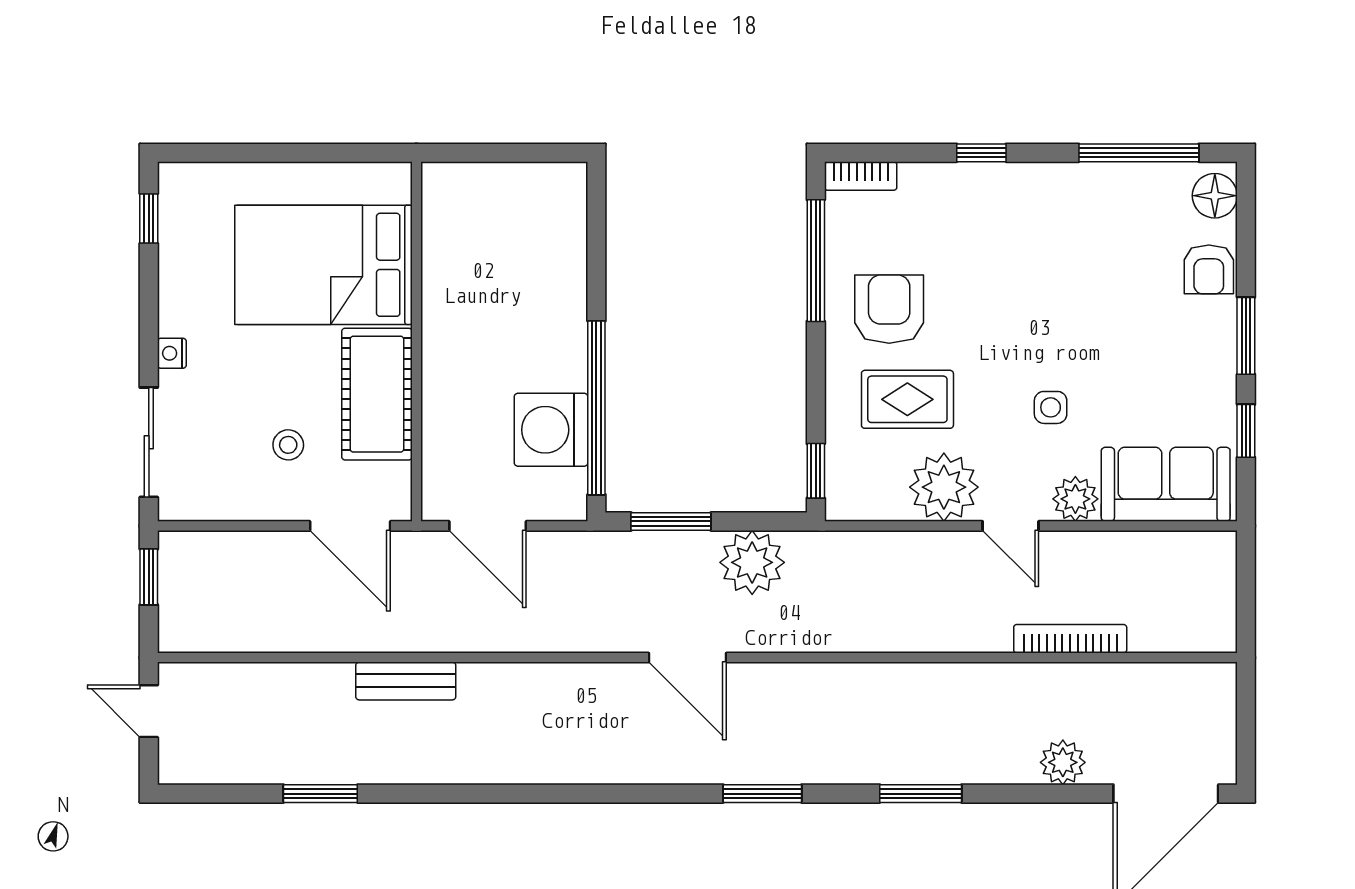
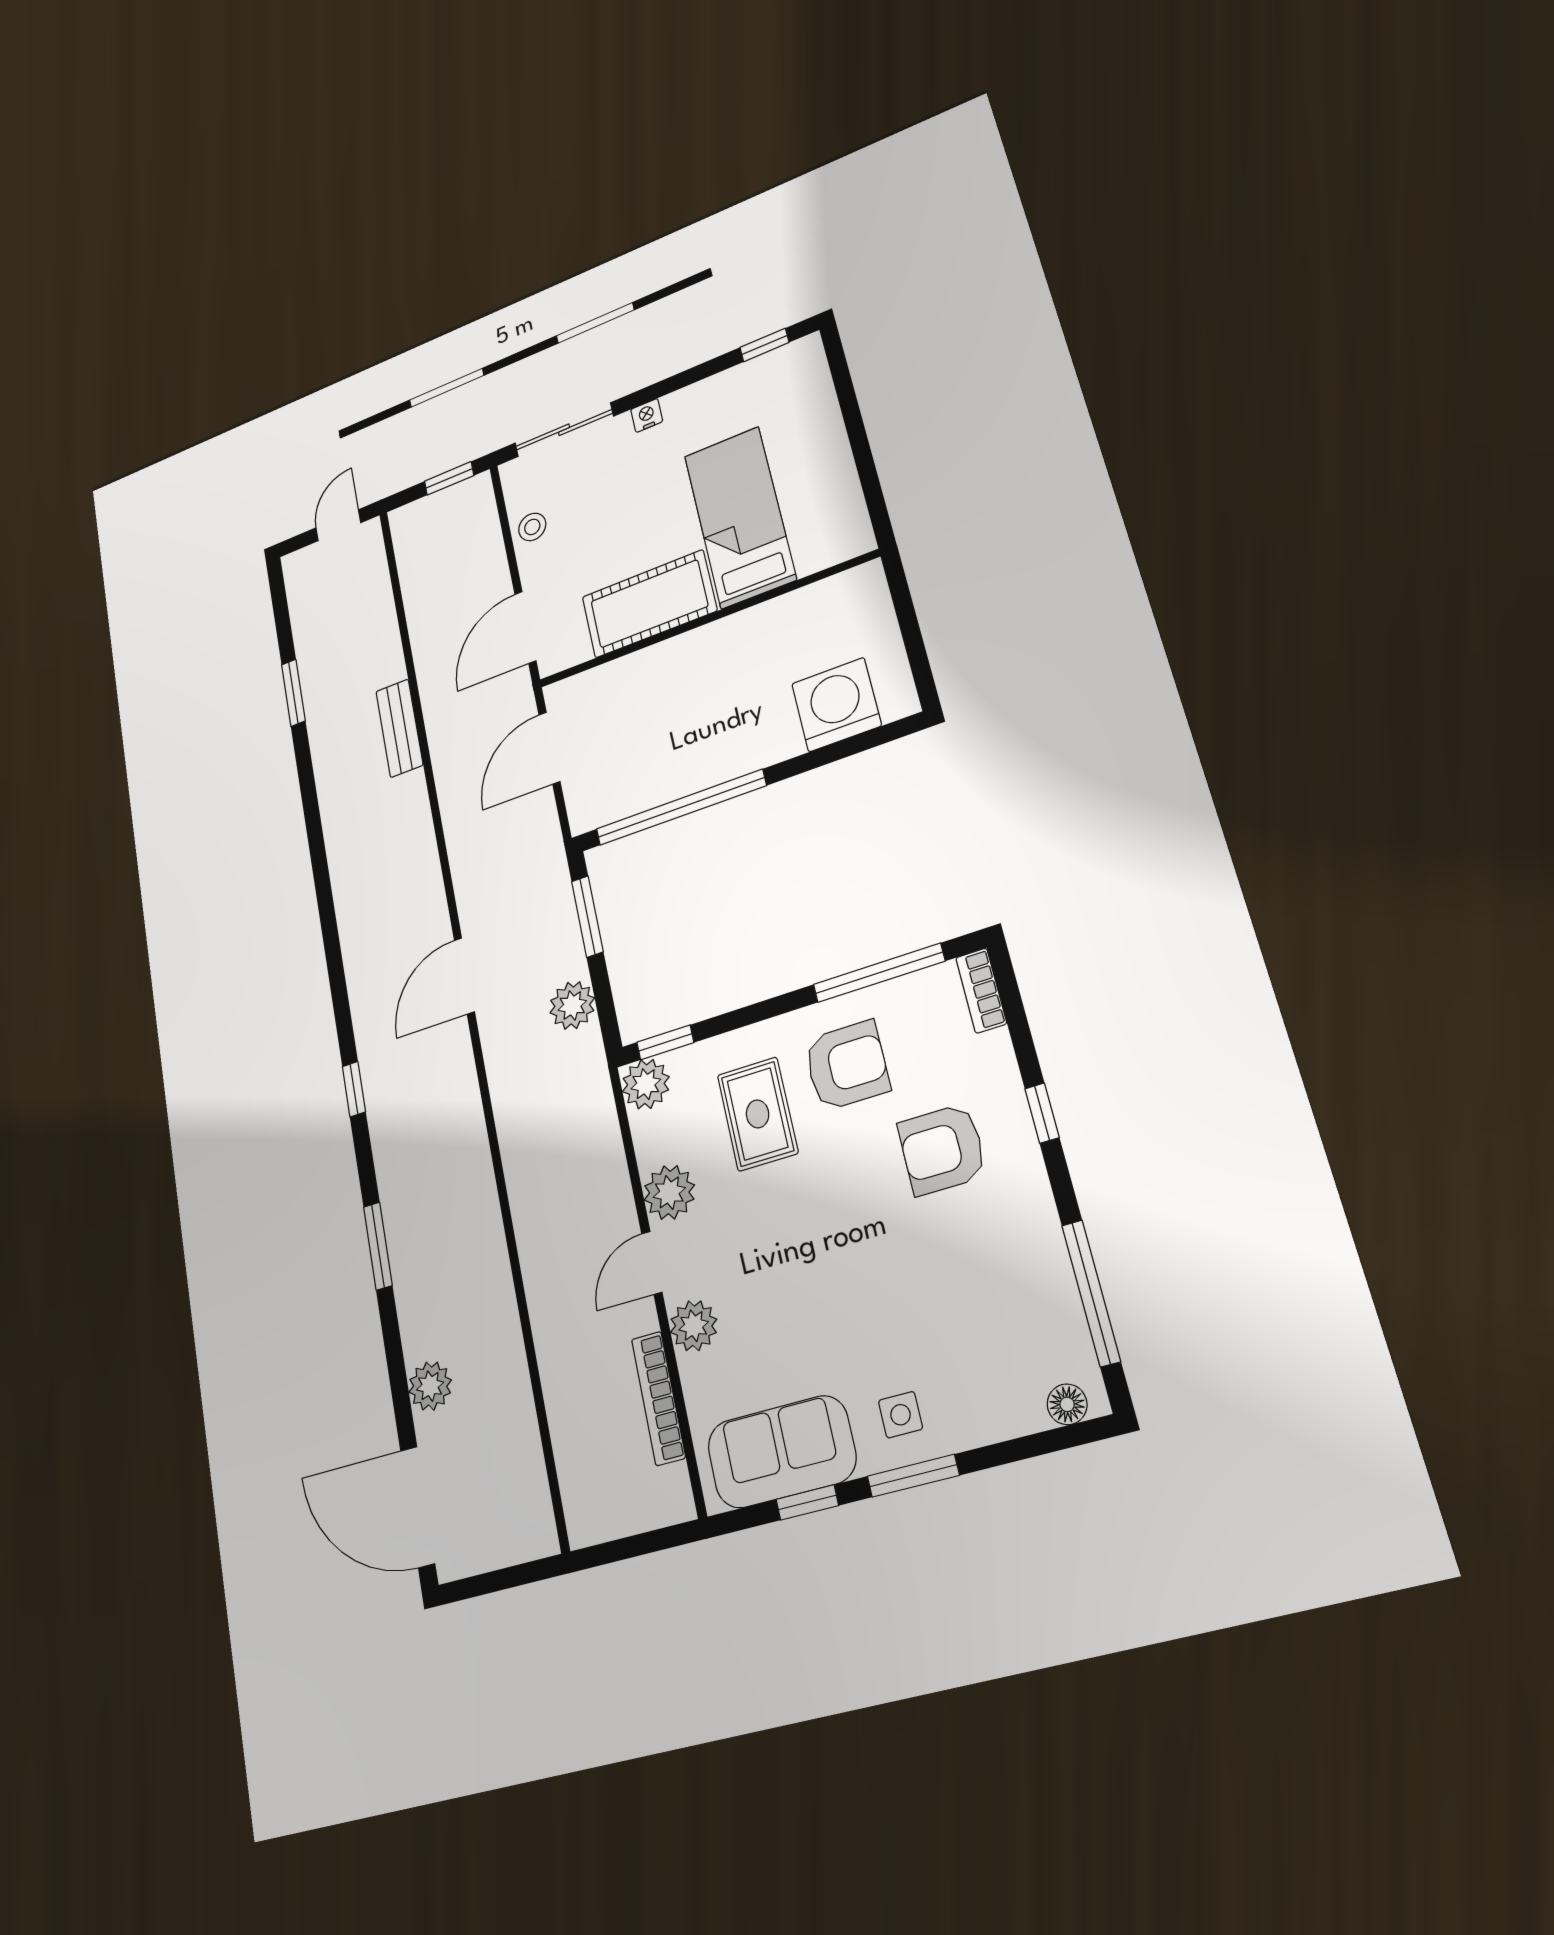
floor lamp: (1215, 196) -> (1067, 1404), width x0.73, depth x0.73
bed: (324, 265) -> (740, 517), width x0.67
armchair: (1209, 269) -> (942, 1149), moved, width x1.38, depth x1.38
side table: (1051, 407) -> (900, 1415), moved
washing machine: (551, 430) -> (836, 705), moved
stool: (288, 445) -> (532, 527), moved
sofa: (1166, 484) -> (781, 1452), moved, turned -90
plant: (944, 487) -> (669, 1192), width x0.73, depth x0.73
plant: (848, 498) -> (646, 1084), added
plant: (752, 562) -> (572, 1005), width x0.73, depth x0.73
bookcase: (1070, 639) -> (658, 1398), moved, turned 180
window: (762, 794) -> (354, 1089), width x0.67

